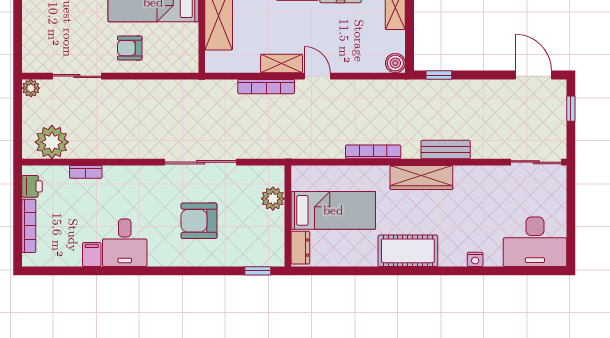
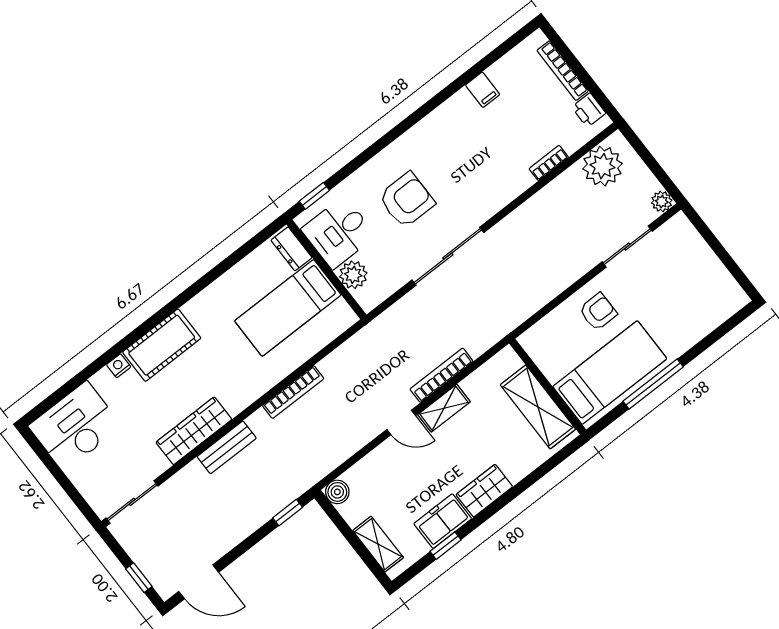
wardrobe: (421, 177) -> (194, 431), moved
desk: (125, 243) -> (339, 233), moved, turned -90
cot: (408, 251) -> (162, 345), moved

